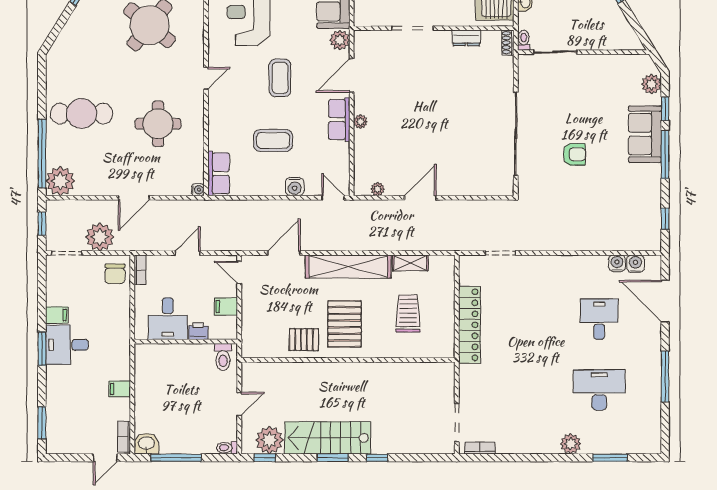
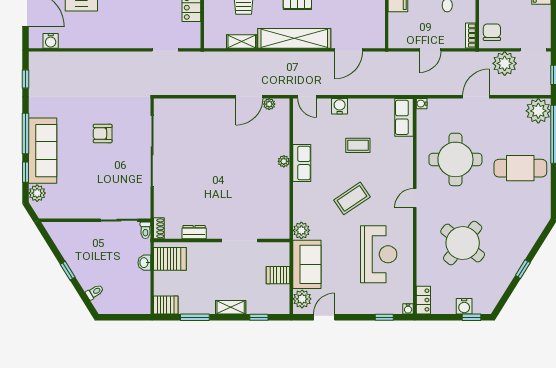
door: (352, 75) -> (291, 201), removed
coffee table: (280, 78) -> (352, 198), turned 56
round table: (158, 124) -> (455, 159), width x1.36, depth x1.36
sofa: (645, 134) -> (43, 151), width x1.36
coffee table: (273, 140) -> (358, 145), width x0.73, depth x0.77
door: (420, 198) -> (249, 97), moved
water cooler: (617, 263) -> (66, 41), removed
door: (239, 272) -> (387, 33), removed

